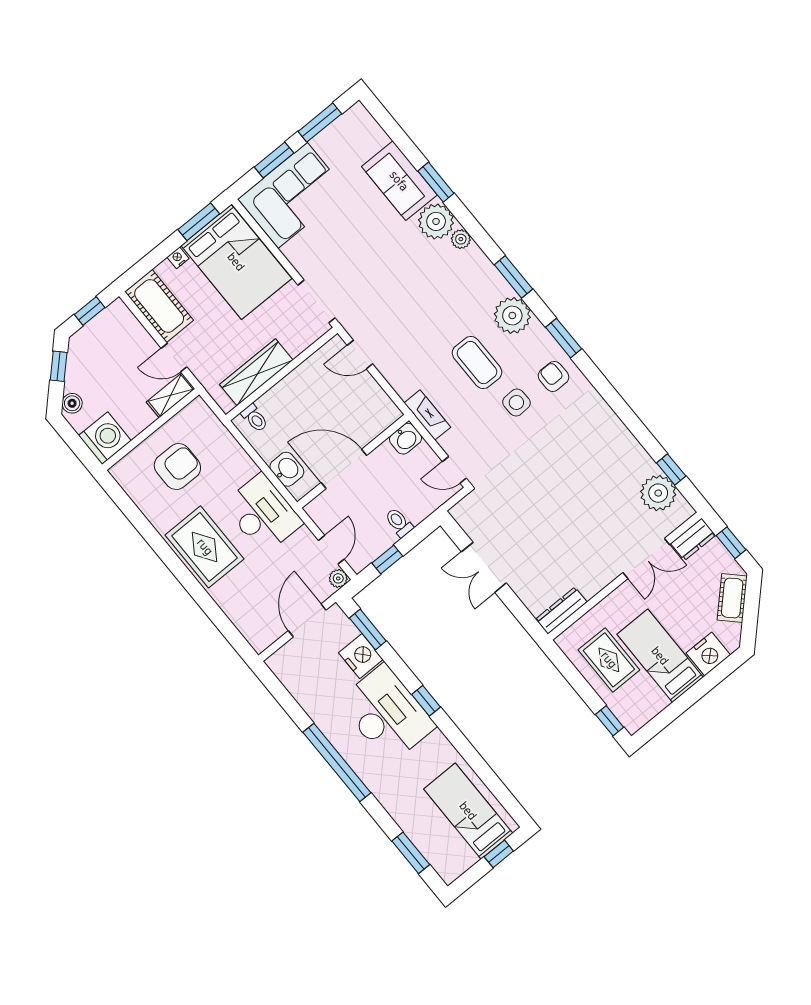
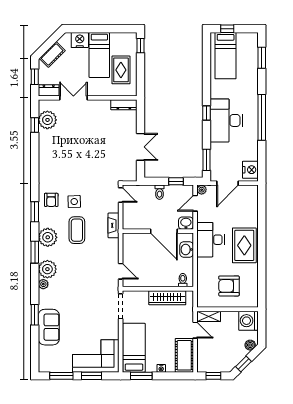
plant: (436, 221) -> (47, 269), moved
bed: (236, 262) -> (134, 348), width x0.67
washbasin: (406, 439) -> (186, 223), moved
nightstand: (361, 656) -> (250, 170), moved, turned 180

